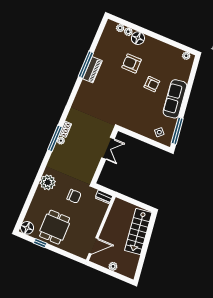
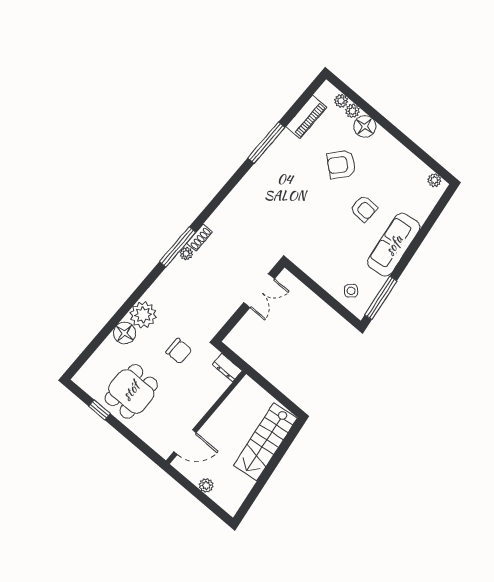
armchair: (132, 63) -> (341, 164), turned -49
piano: (92, 70) -> (306, 117), moved
floor lamp: (27, 228) -> (124, 333), moved

